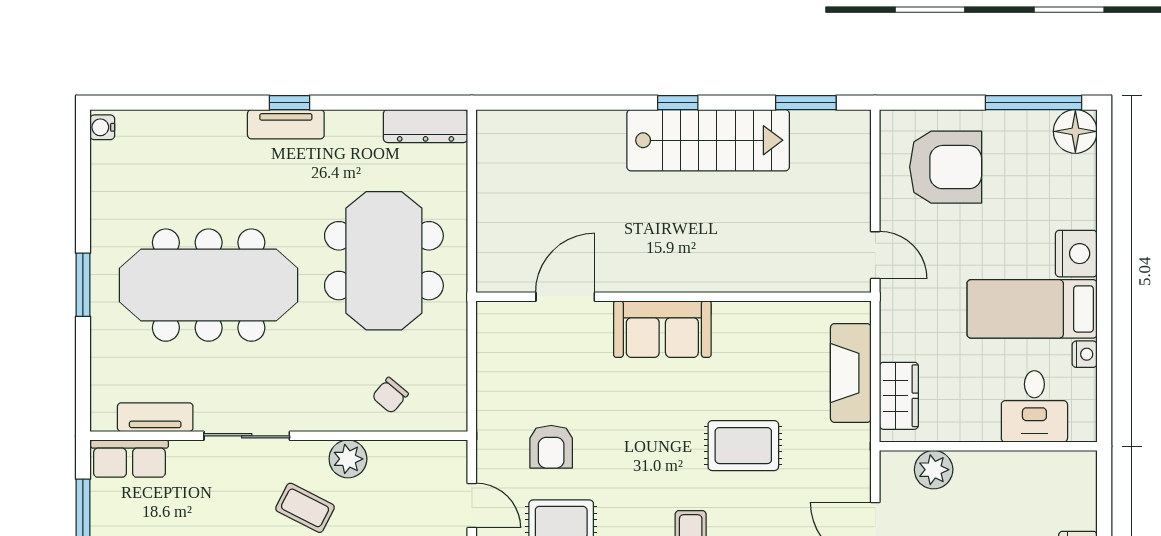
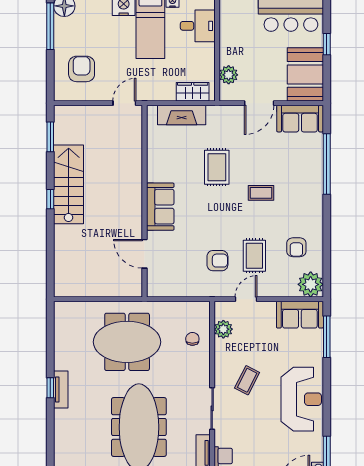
dresser: (426, 126) -> (62, 322), removed
armchair: (946, 167) -> (82, 69), width x0.73, depth x0.73
chair: (390, 395) -> (192, 339), turned -130
plant: (348, 459) -> (223, 329), moved

